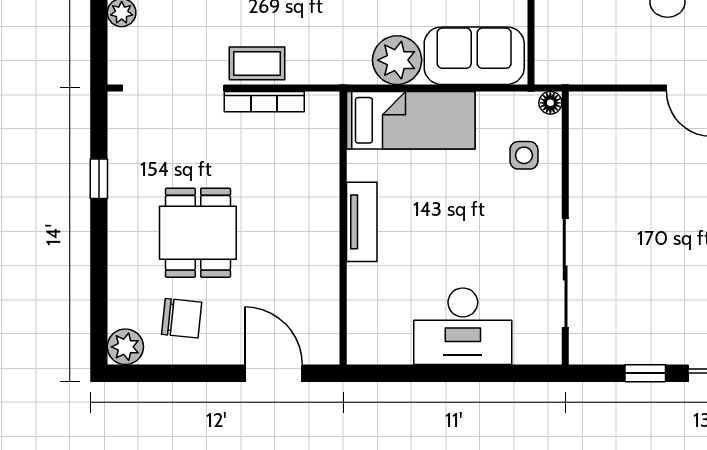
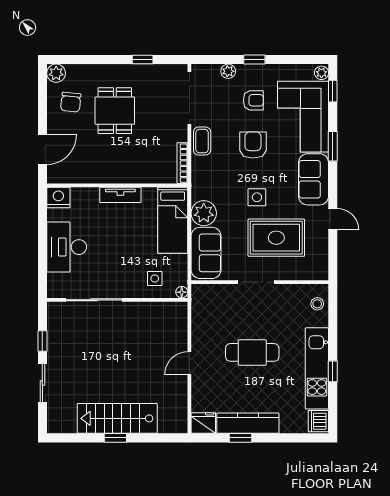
bookcase: (264, 102) -> (182, 163), moved
dining table: (198, 233) -> (115, 111), turned 90
nightstand: (367, 342) -> (58, 198), added

